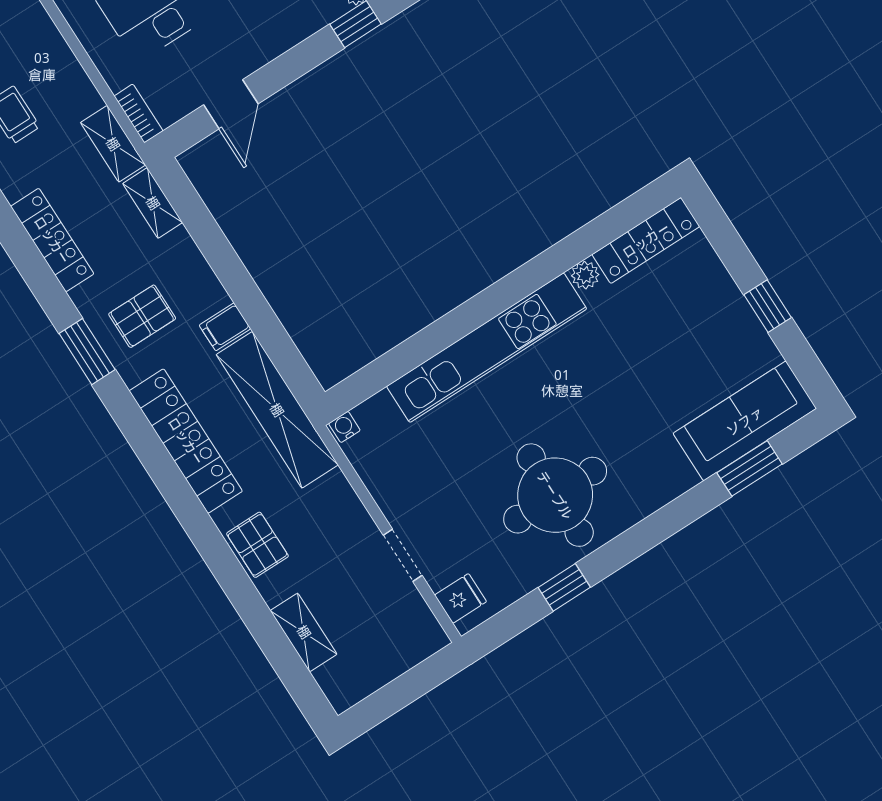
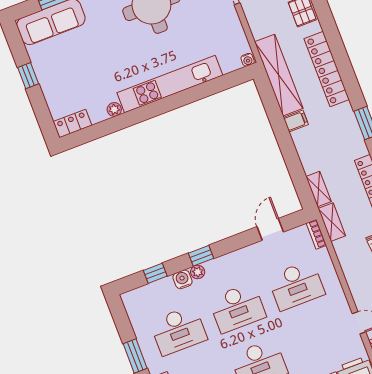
locker: (646, 240) -> (72, 123), width x0.66
pallet: (142, 316) -> (335, 135), removed

